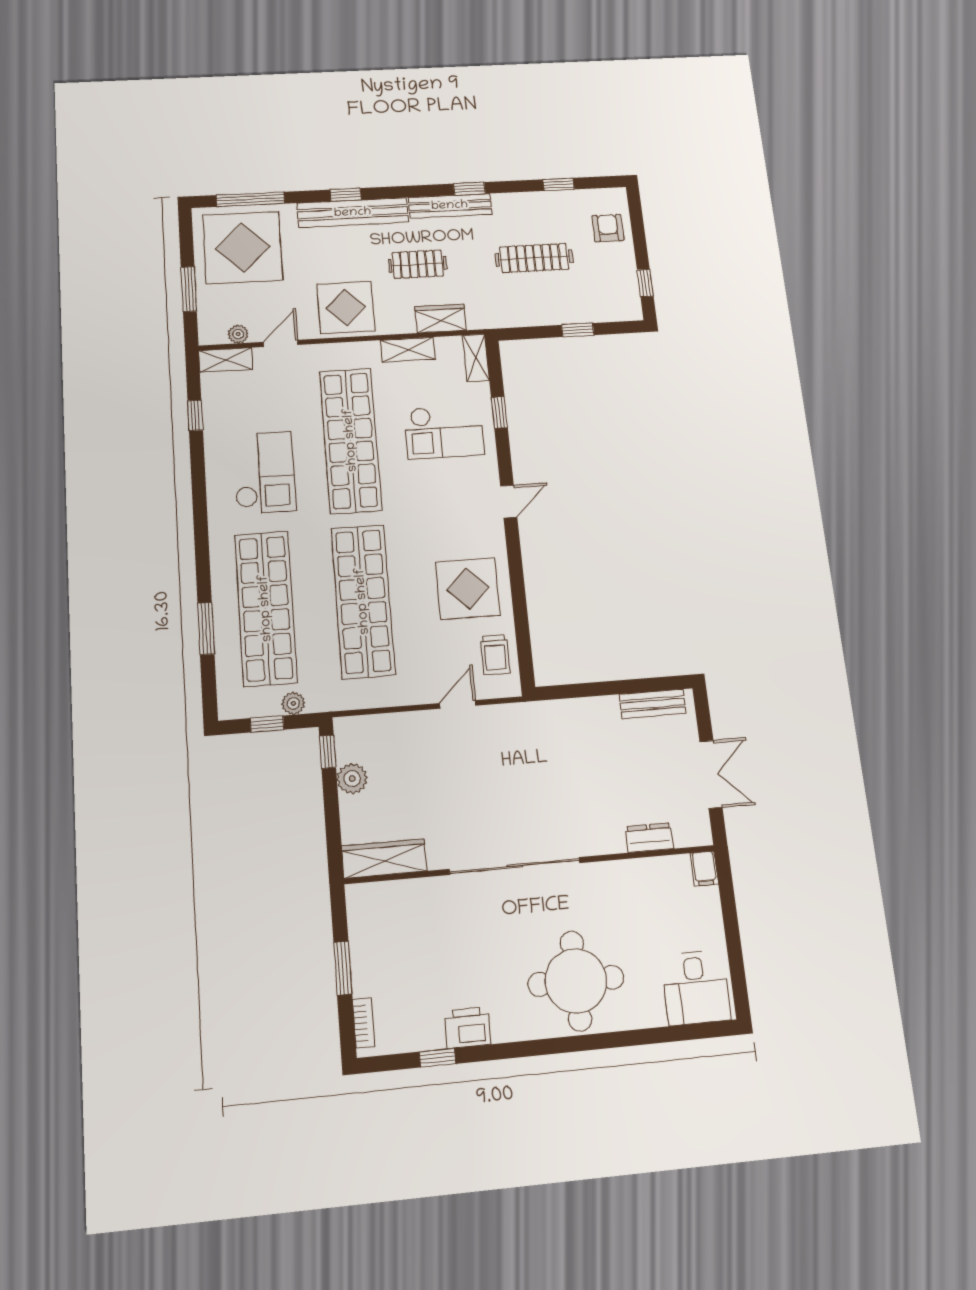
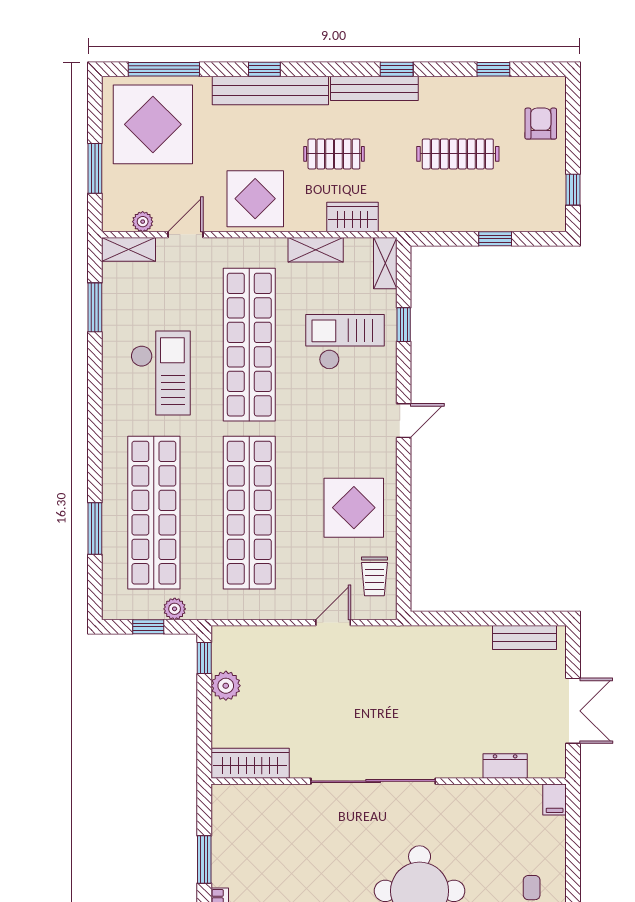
window: (195, 415) -> (95, 307), width x1.50
checkout: (444, 432) -> (345, 342), turned 180

